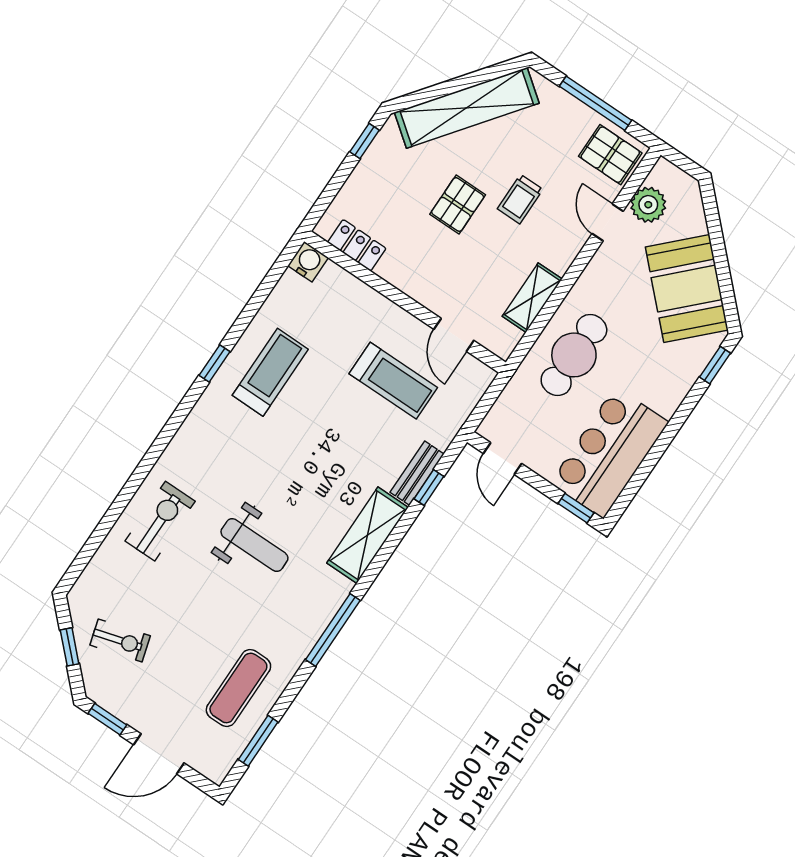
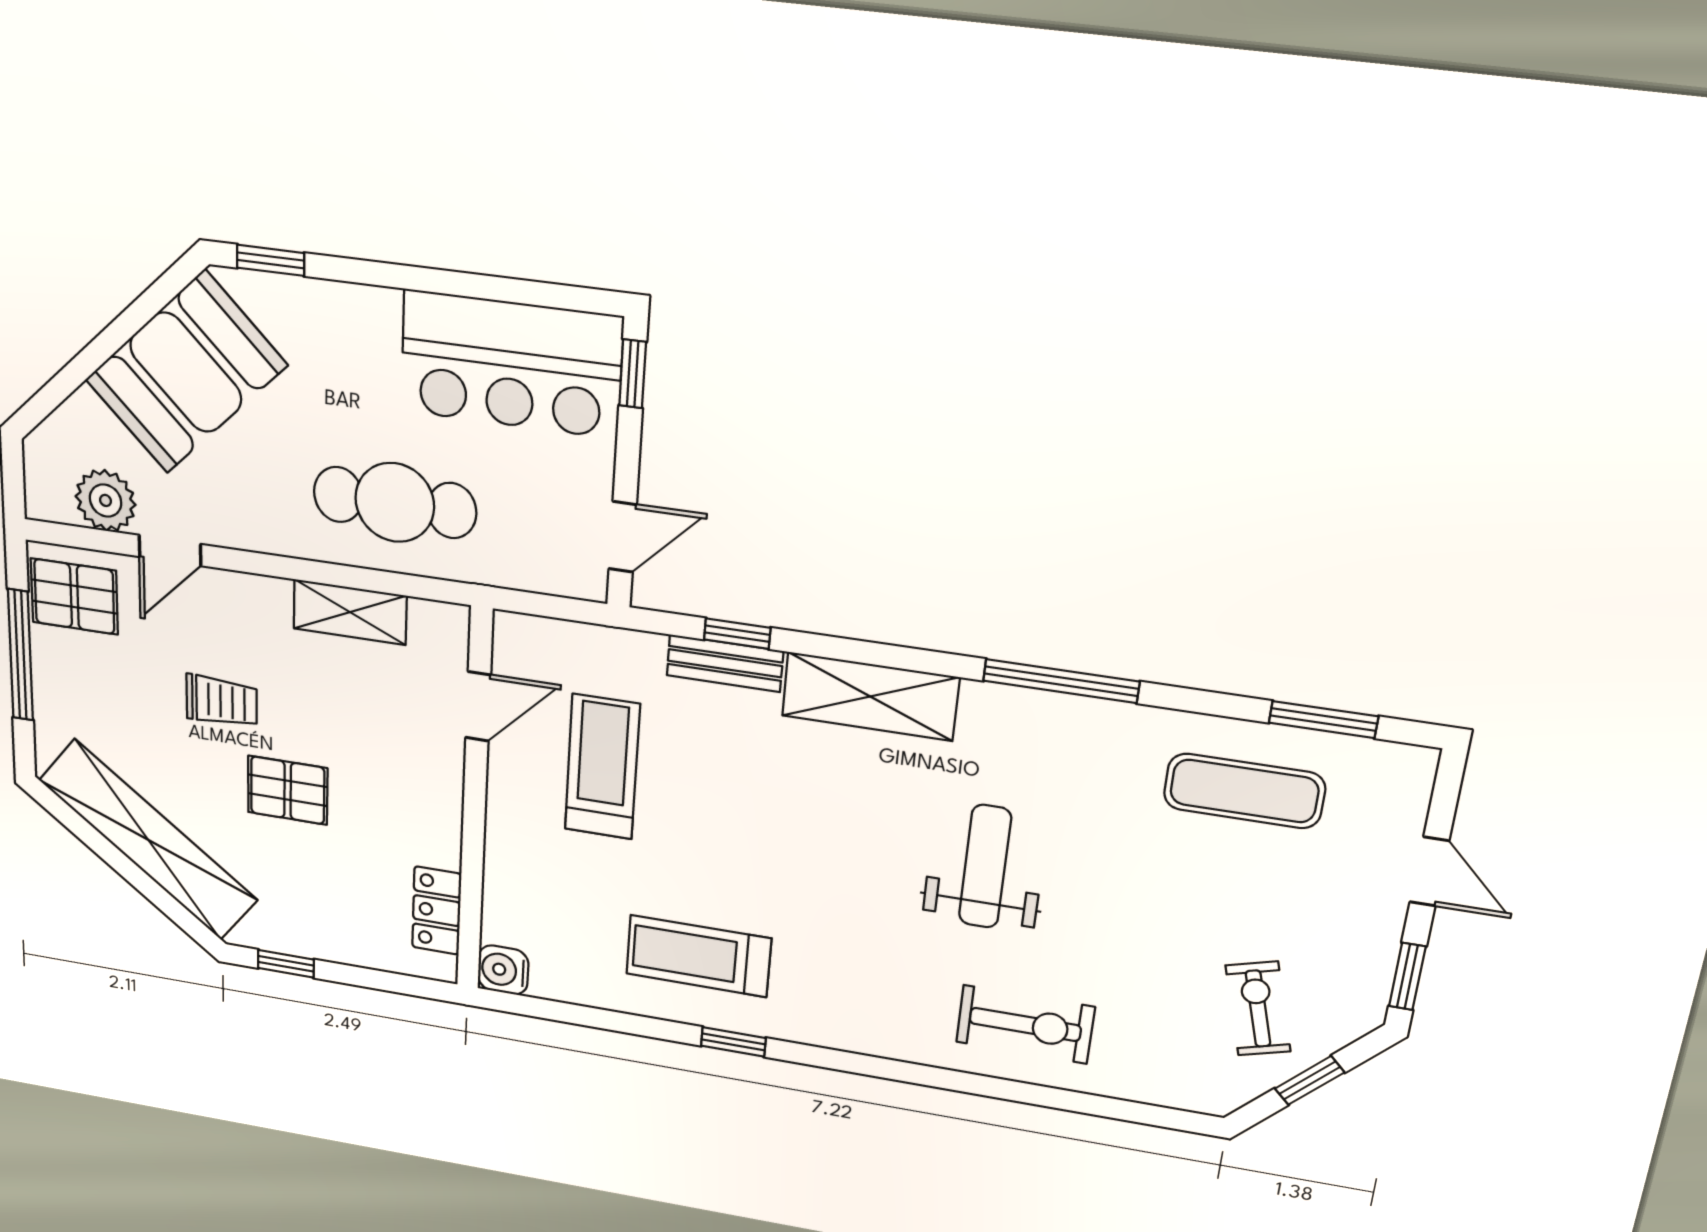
pallet: (610, 155) -> (74, 596), turned 90
exercise bike: (160, 521) -> (1025, 1024), turned 180
door: (159, 754) -> (1429, 872), width x0.73

